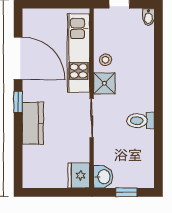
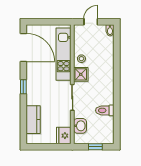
door: (18, 58) -> (23, 47), moved
toilet: (141, 121) -> (105, 110), moved
kitchen counter: (33, 123) -> (33, 120), moved
washbasin: (103, 177) -> (80, 126), moved

